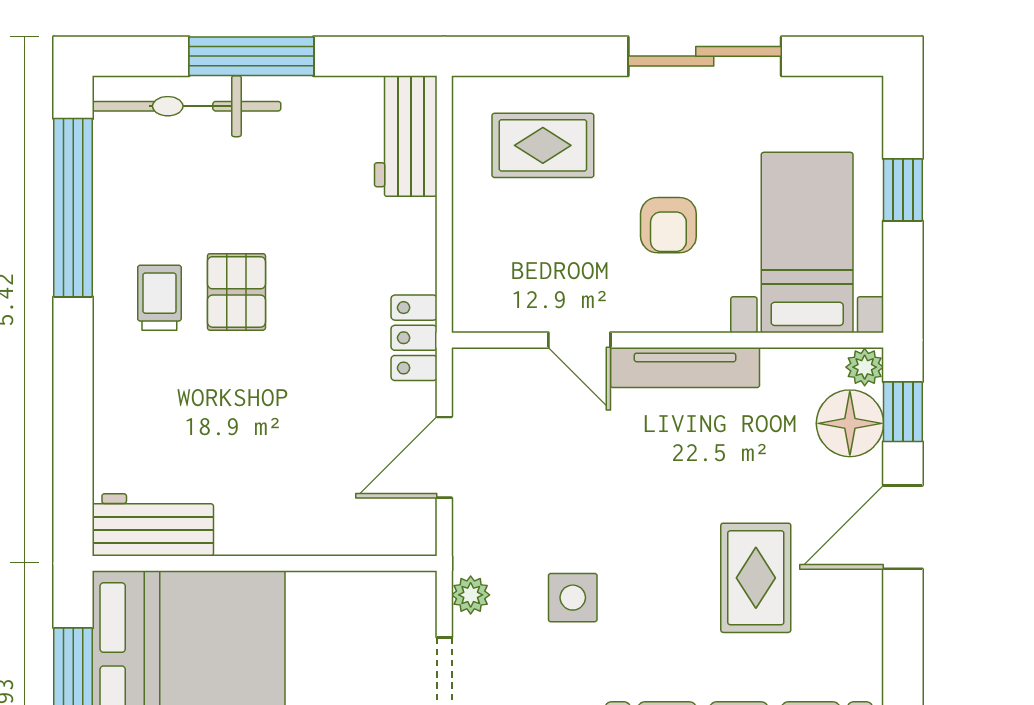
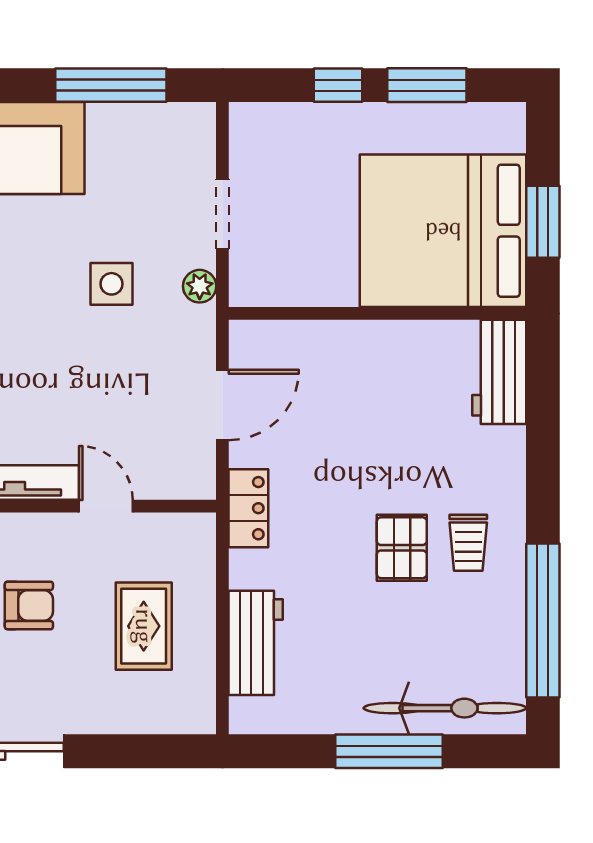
workbench: (406, 136) -> (256, 643), moved
rug: (543, 145) -> (144, 626), moved, turned 90
armchair: (668, 225) -> (29, 605), turned 90
workbench: (153, 525) -> (499, 372), moved, turned 90

